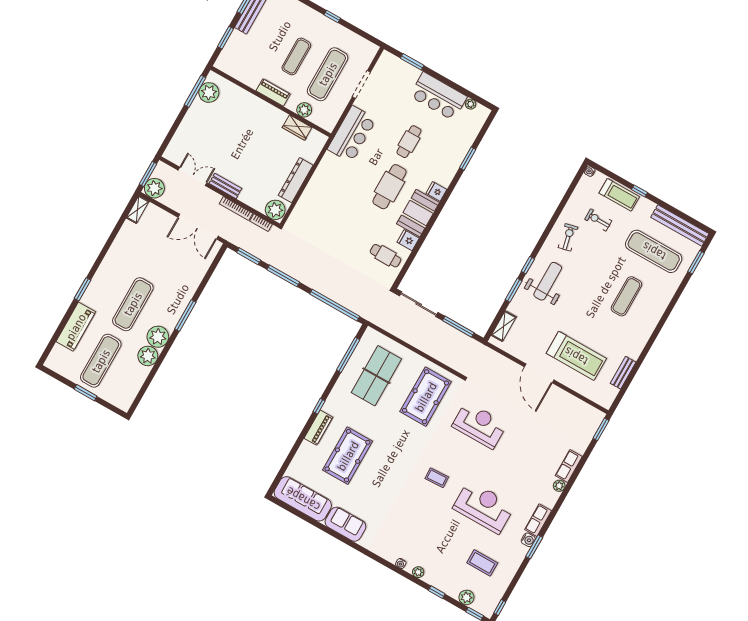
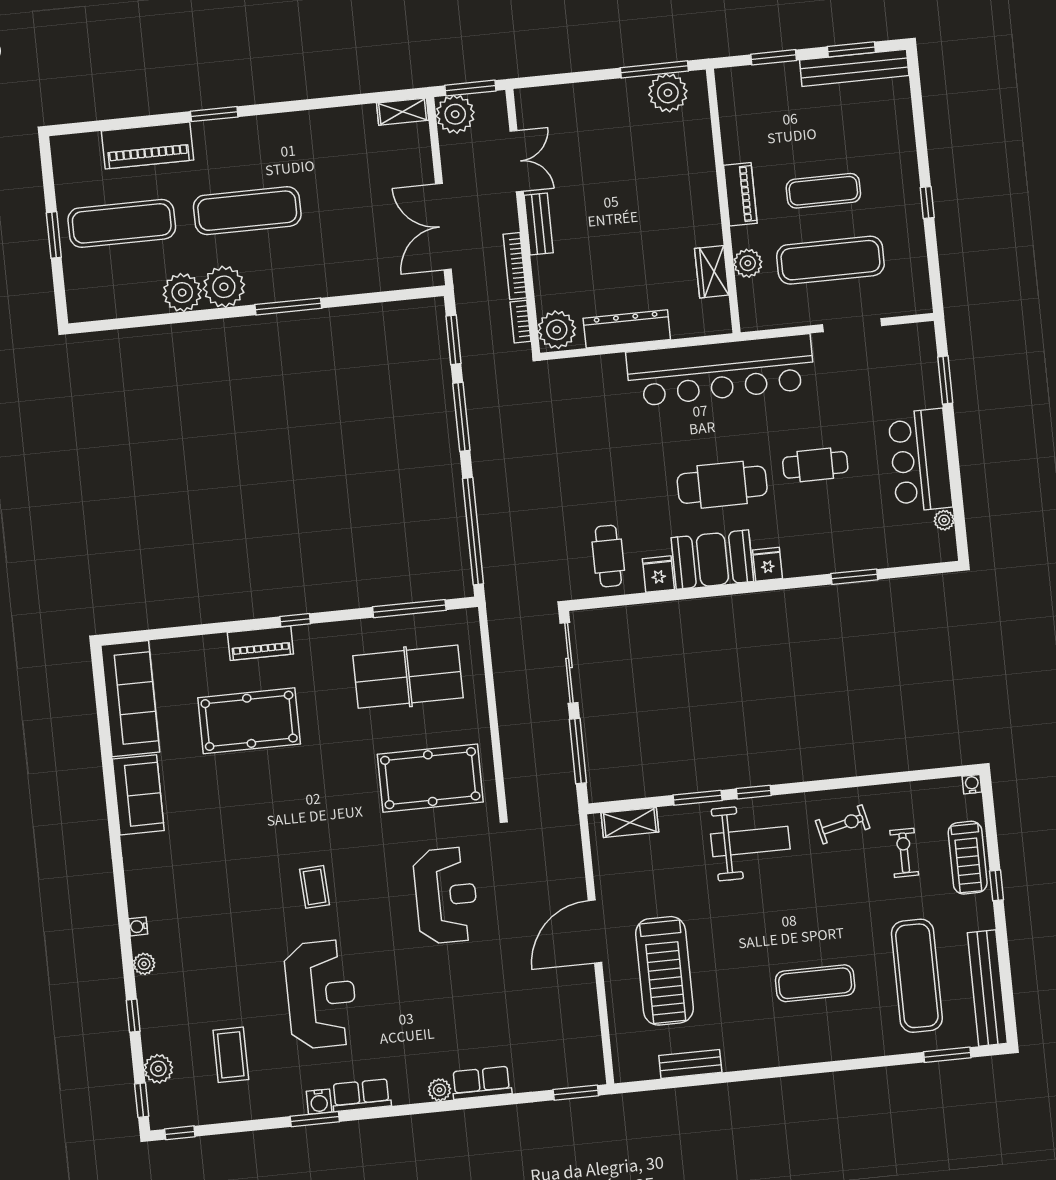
bar counter: (352, 134) -> (720, 370), width x1.86

